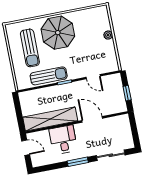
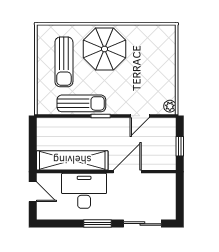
plant: (108, 35) -> (170, 106), moved
door: (93, 77) -> (140, 116), hinge flipped
door: (92, 119) -> (127, 172), hinge flipped
desk: (63, 140) -> (84, 191), width x1.37

